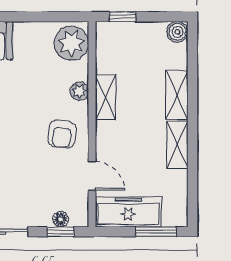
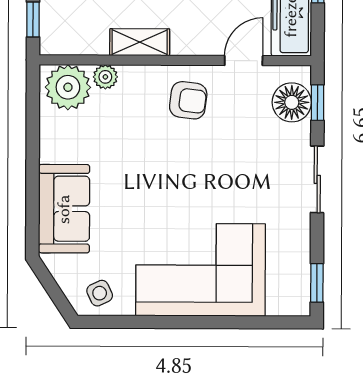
plant: (79, 91) -> (105, 77), moved
floor lamp: (61, 219) -> (292, 102), width x1.89, depth x1.89

